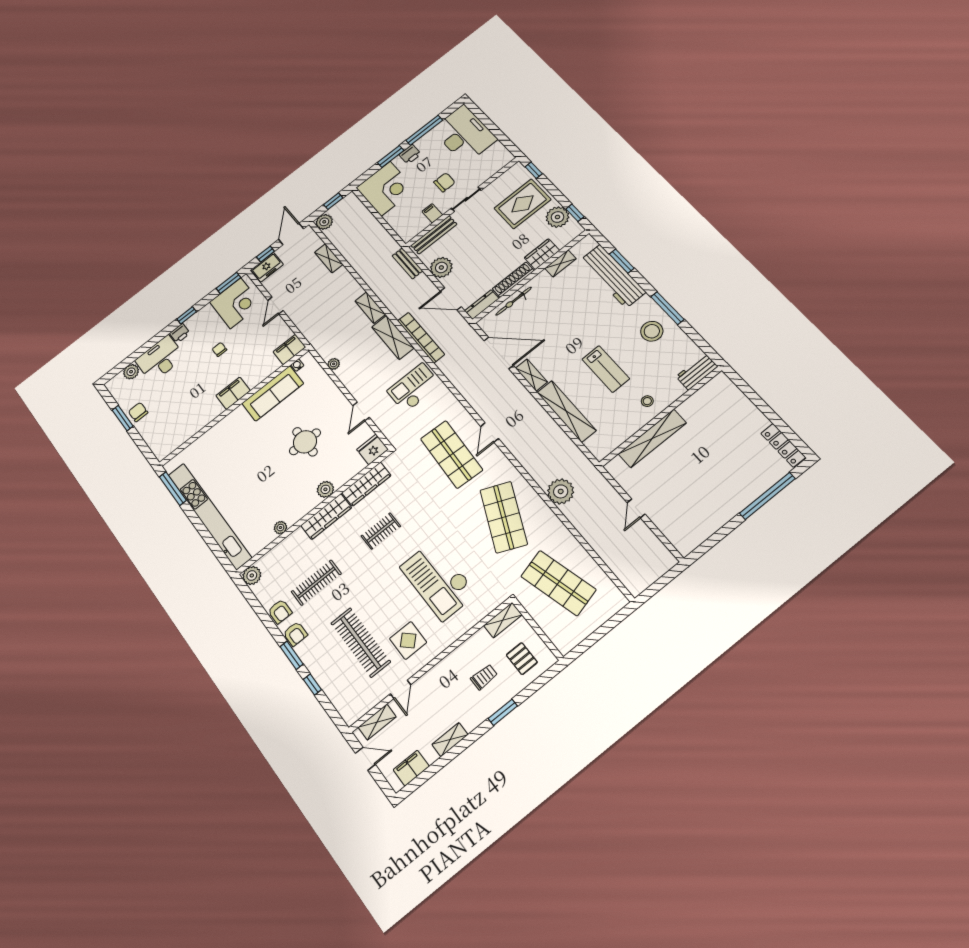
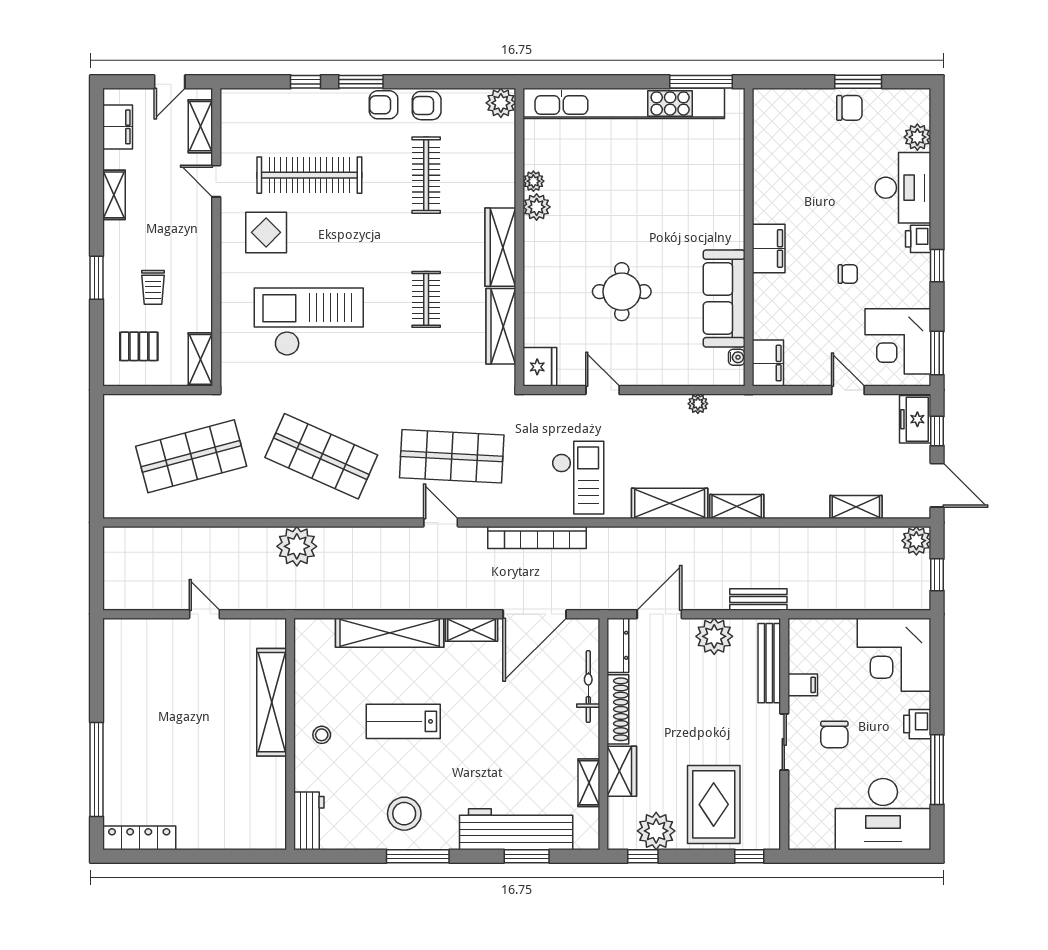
window: (391, 157) -> (937, 697), removed
bookcase: (421, 338) -> (537, 537), moved
plant: (325, 489) -> (537, 207), moved

